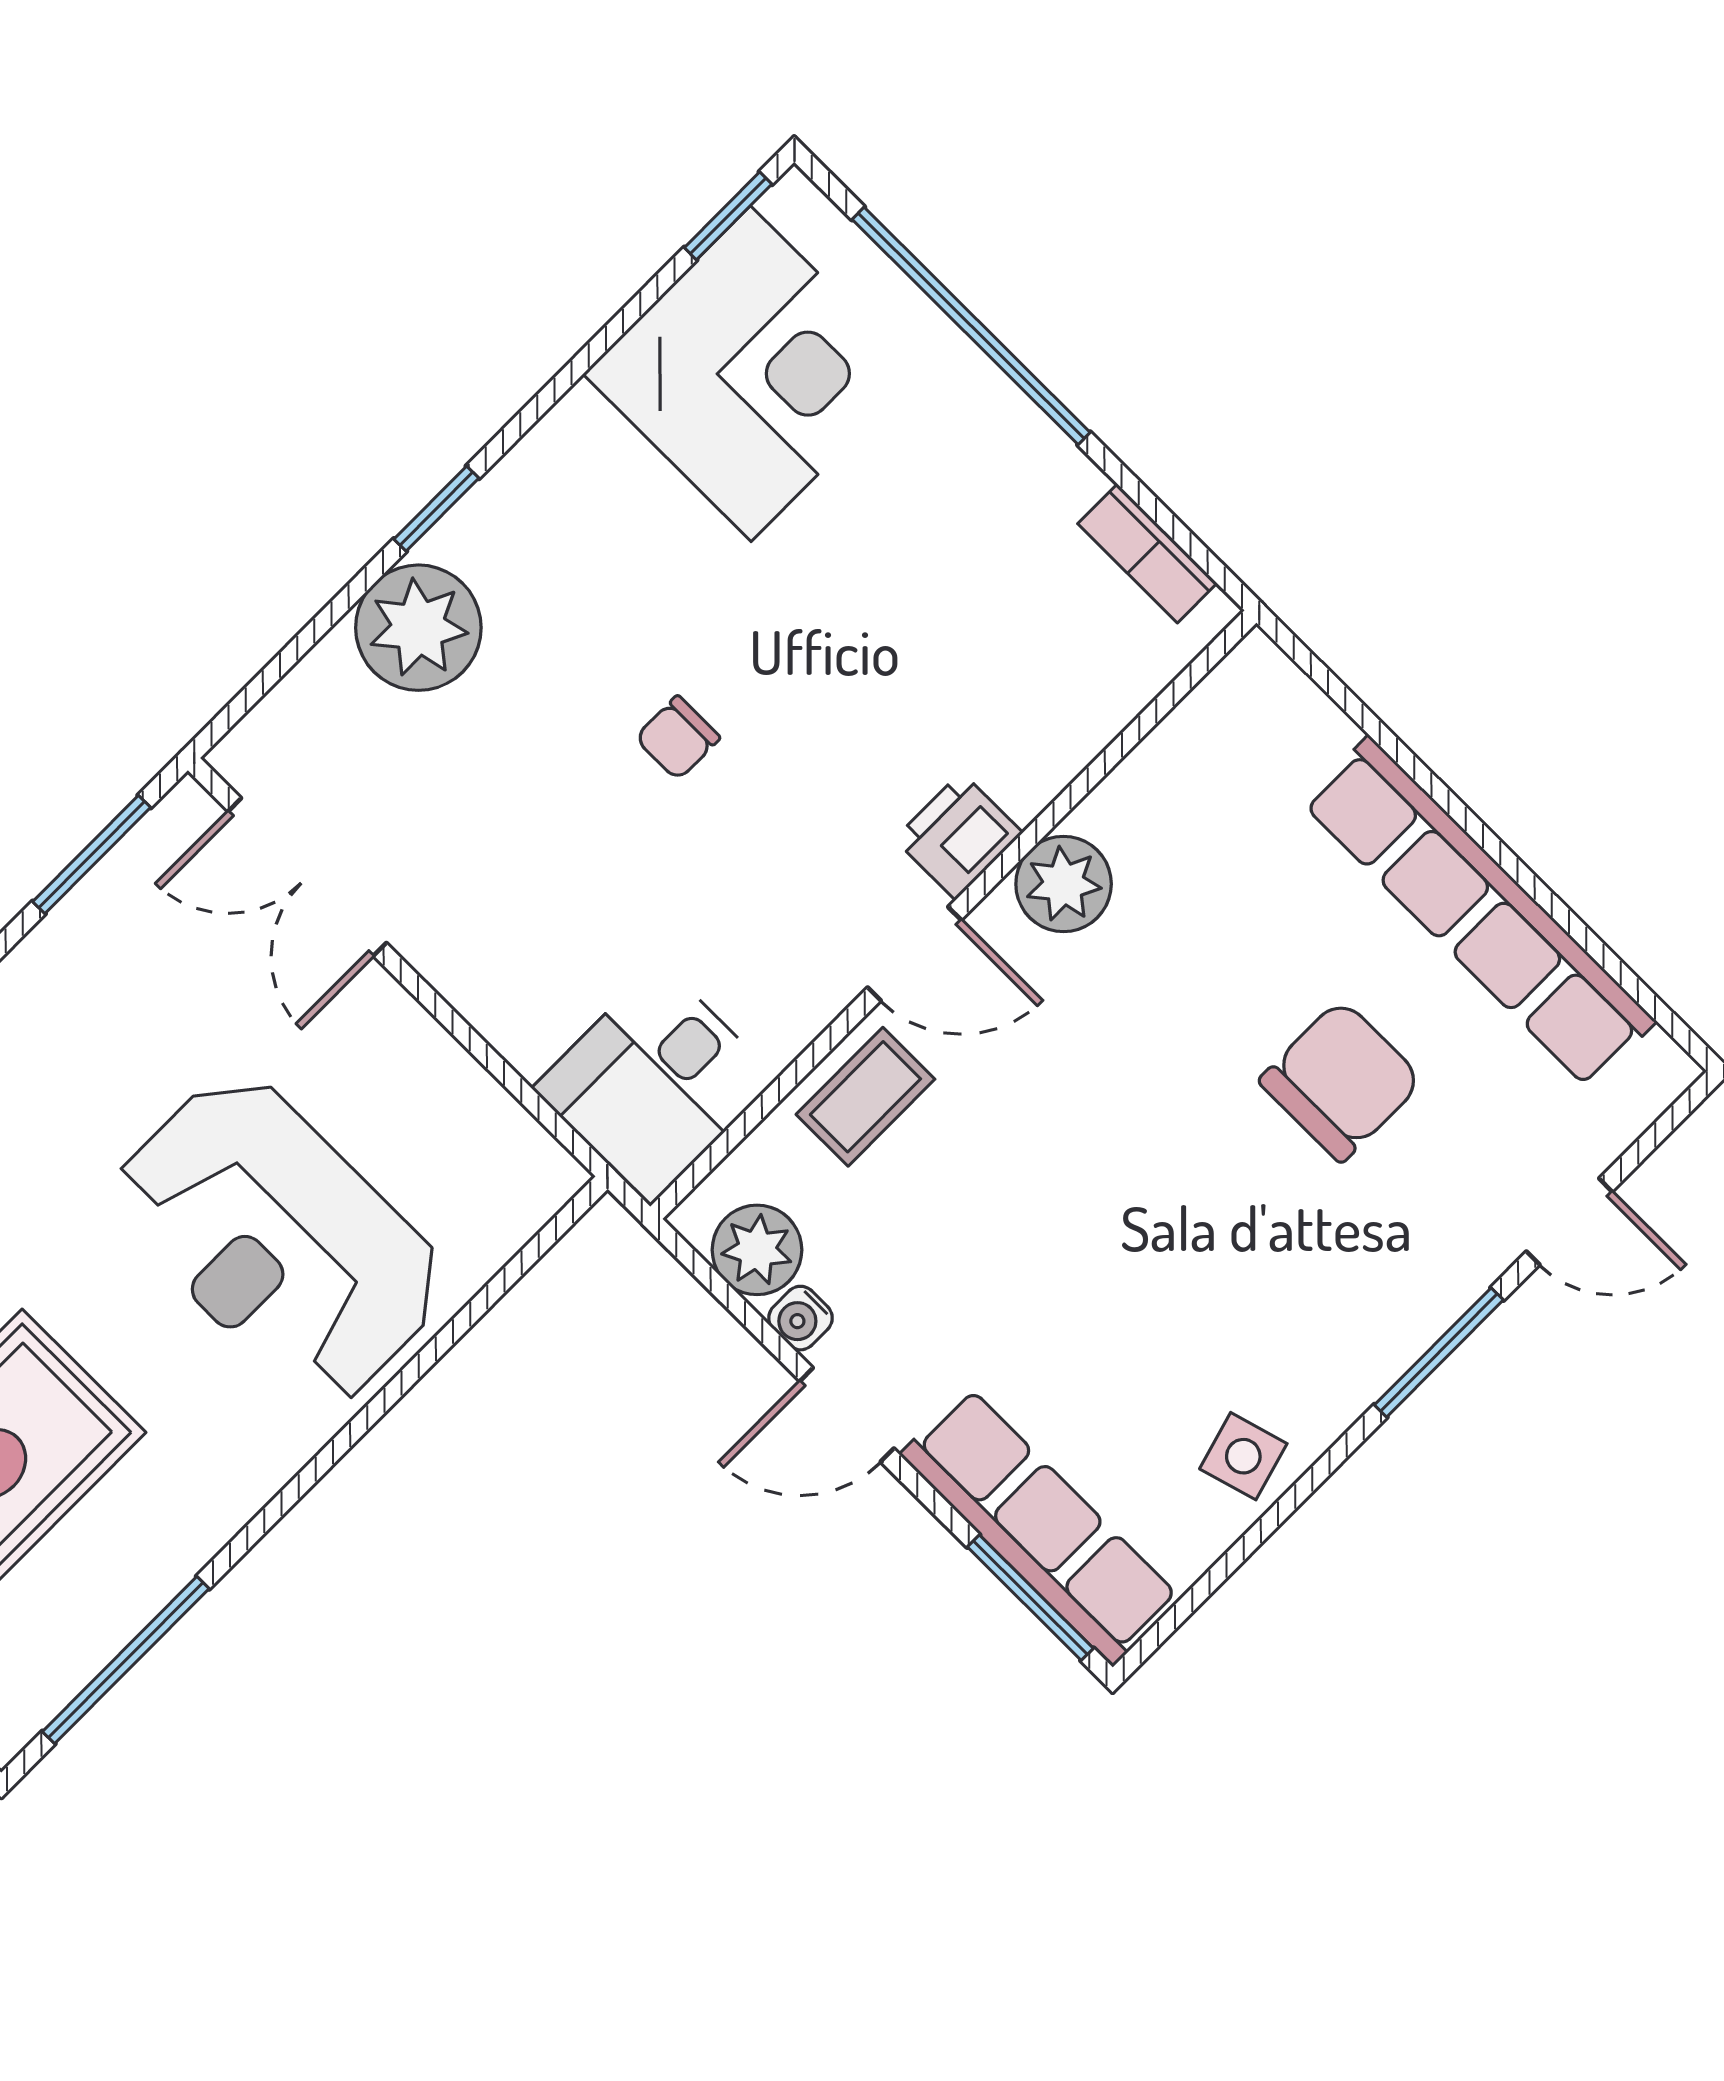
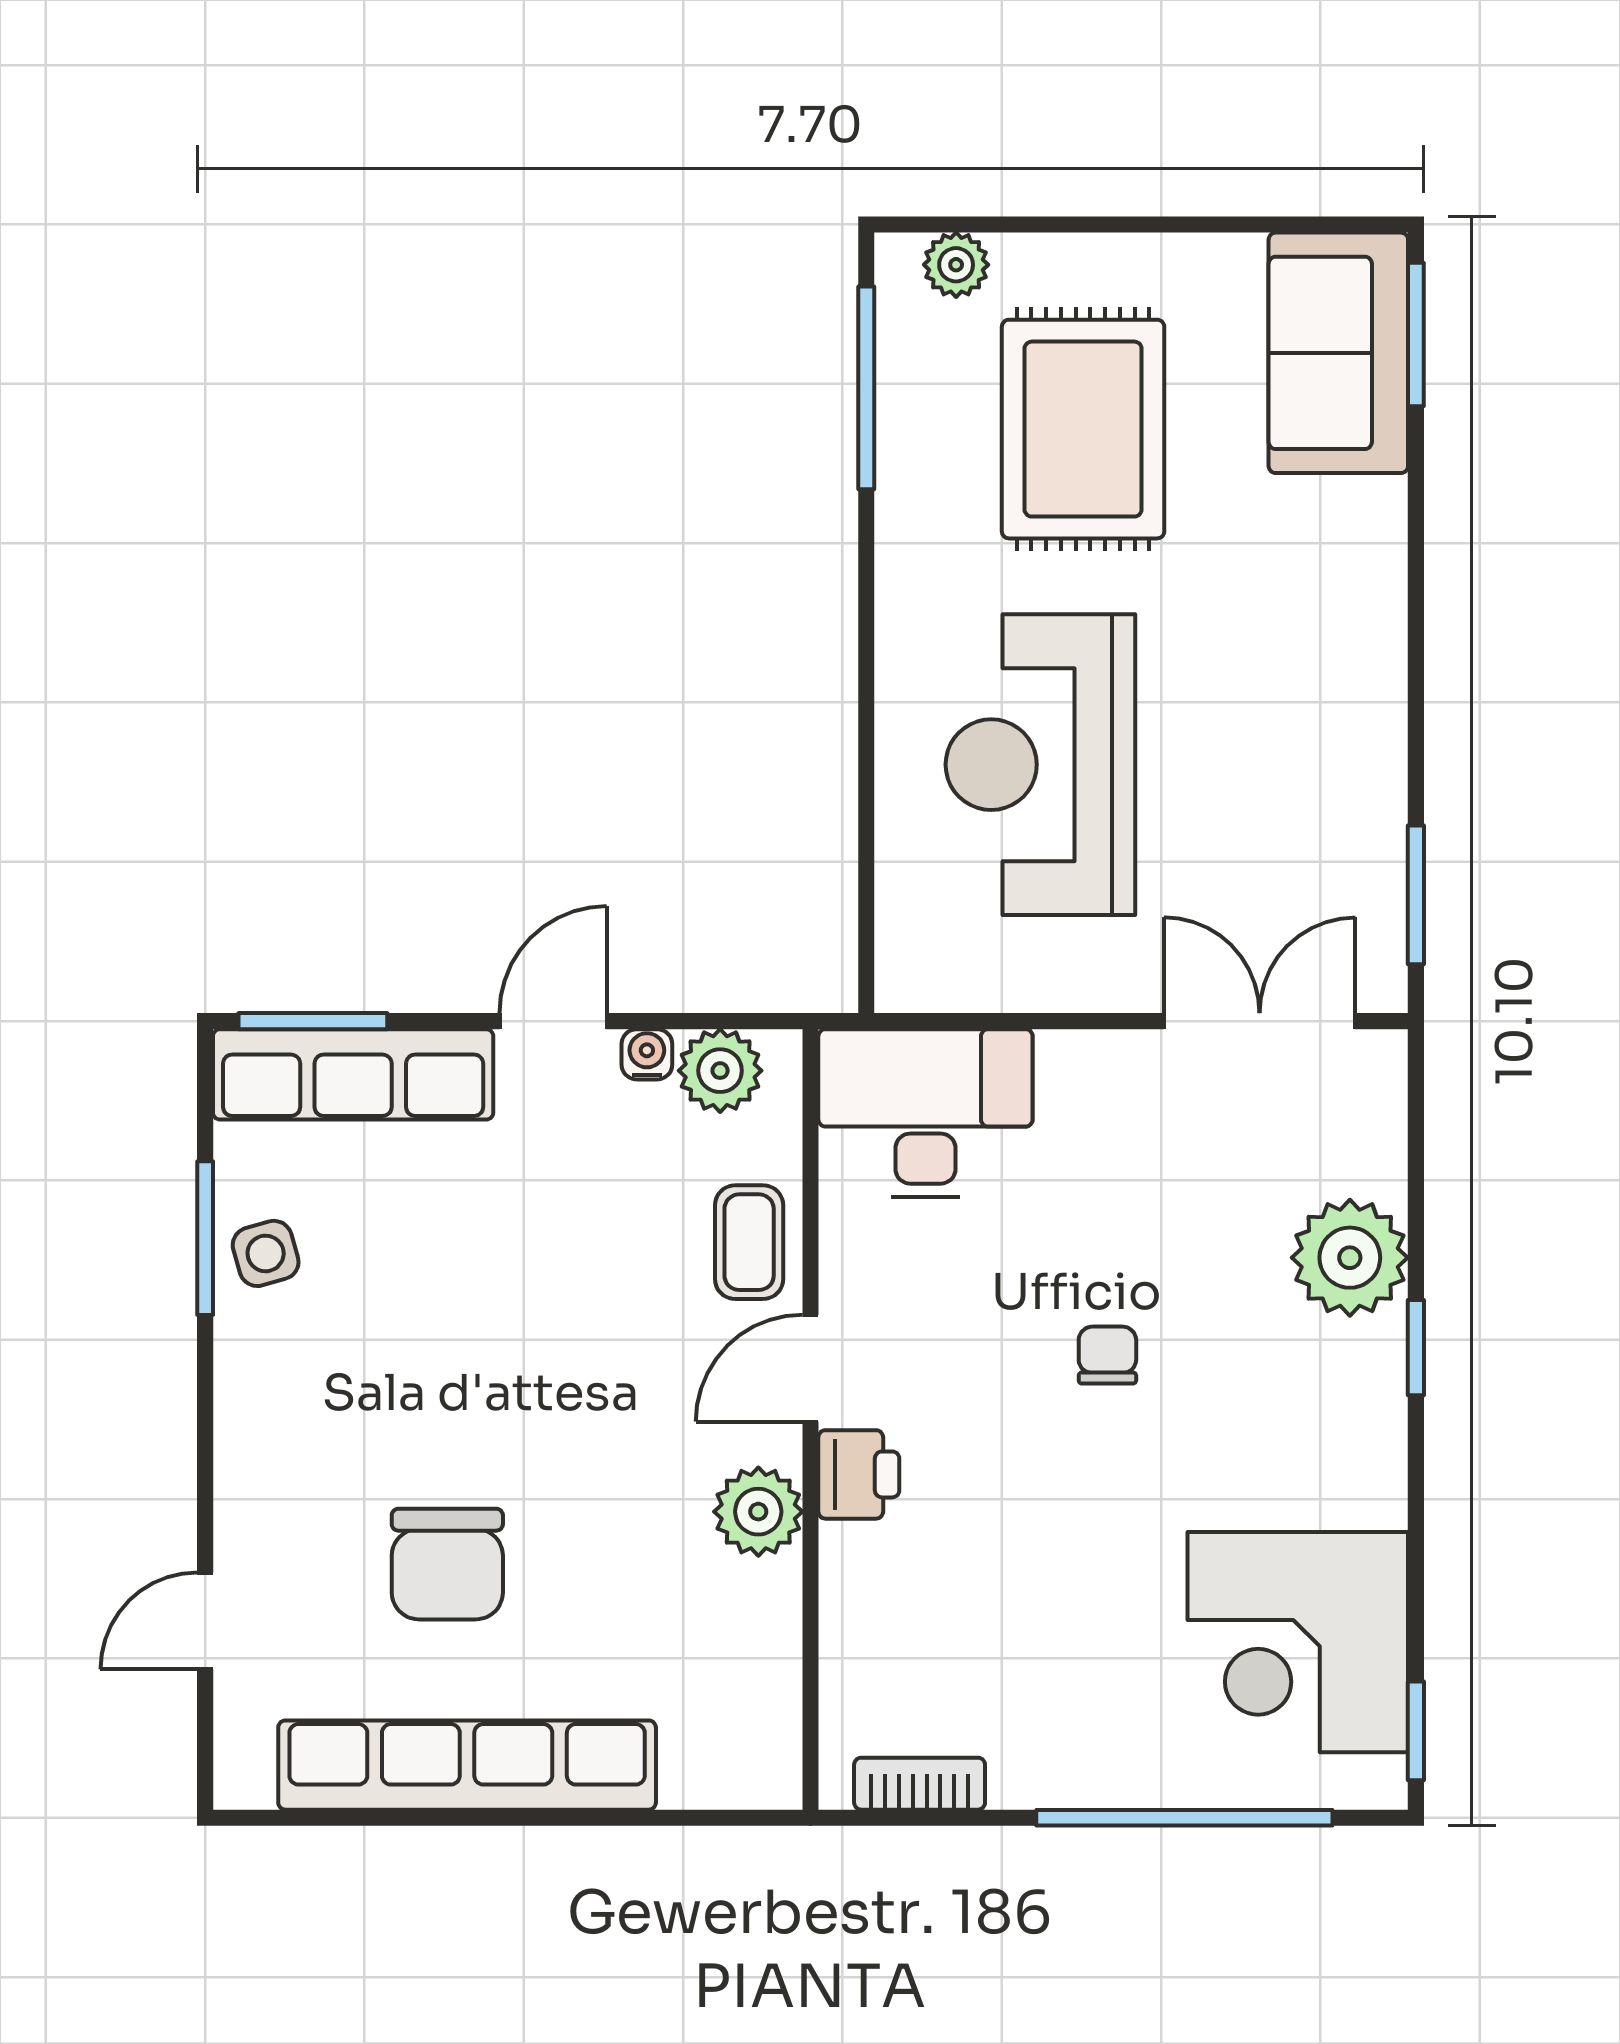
desk: (655, 1083) -> (925, 1113), width x1.37
reception desk: (279, 1240) -> (1040, 765), turned -90
window: (1439, 1352) -> (205, 1238), moved

